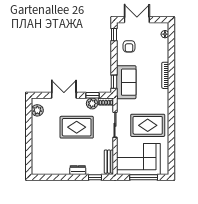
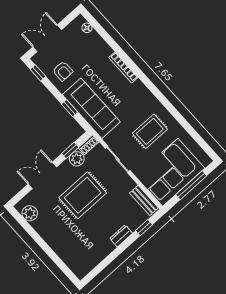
window: (114, 82) -> (70, 108), moved
sofa: (126, 82) -> (91, 108), width x1.36
rug: (148, 125) -> (150, 131), width x0.73, depth x0.70

